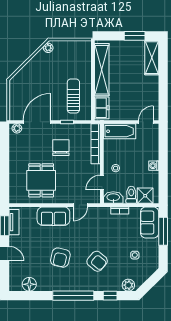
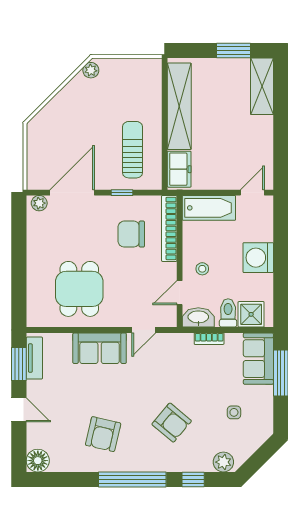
chair: (61, 148) -> (131, 234), moved, turned -90
washing machine: (154, 166) -> (258, 258), width x1.89, depth x1.89
armchair: (60, 258) -> (103, 434), moved
floor lamp: (29, 284) -> (38, 461), moved

